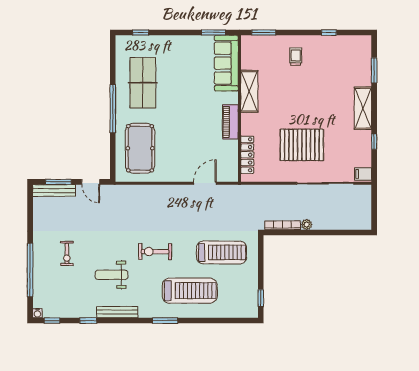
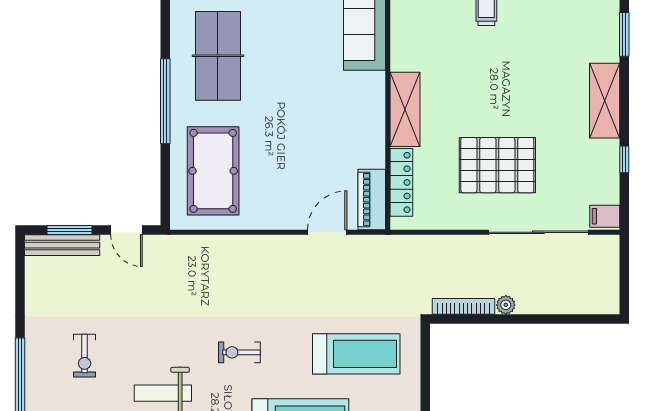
shelving: (249, 91) -> (405, 109), moved
piano: (230, 122) -> (372, 200), moved
exercise bike: (155, 252) -> (239, 352), width x0.73, depth x0.72

